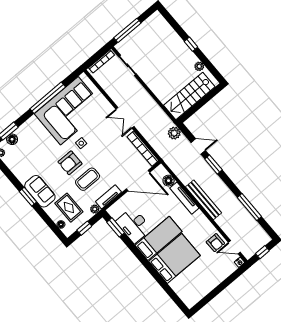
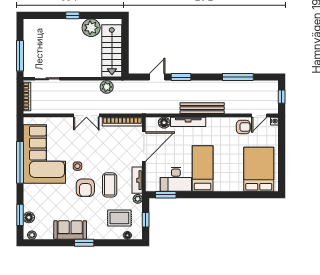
plant: (199, 66) -> (91, 28), width x1.87, depth x1.87
plant: (174, 133) -> (107, 87), moved
sofa: (40, 191) -> (70, 230), moved
bed: (174, 258) -> (259, 169), moved

